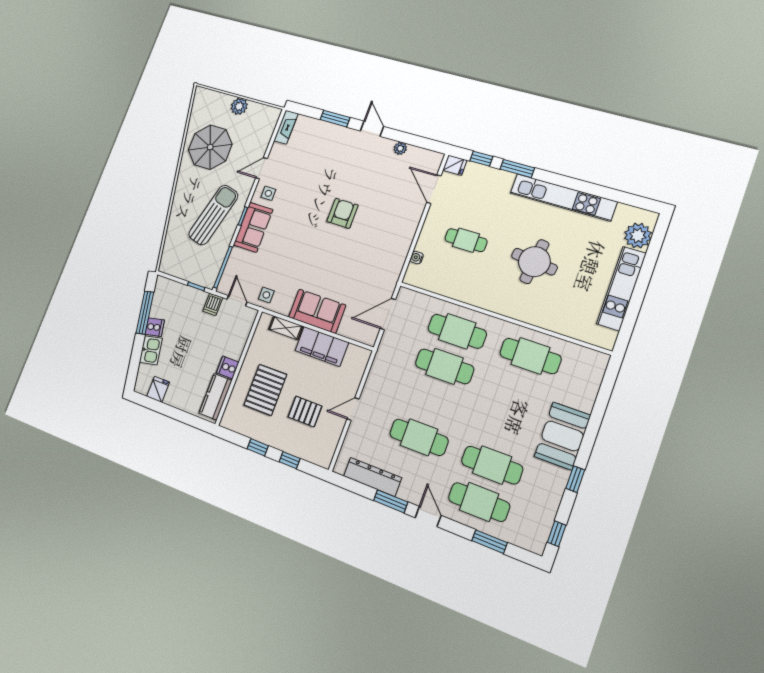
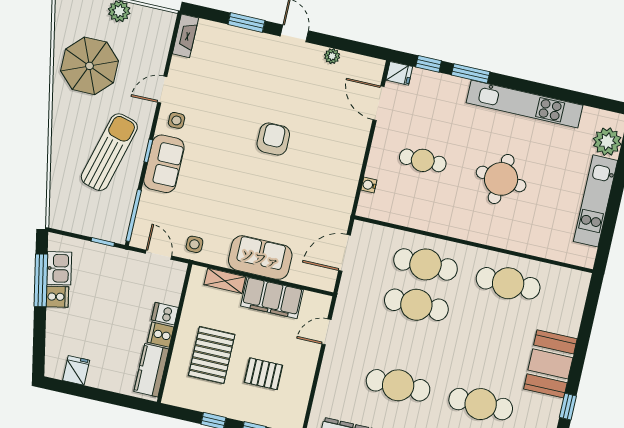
dishwasher: (213, 304) -> (165, 314), moved, turned 90
kitchen sink: (151, 350) -> (59, 268), moved
door: (353, 409) -> (327, 332), moved

